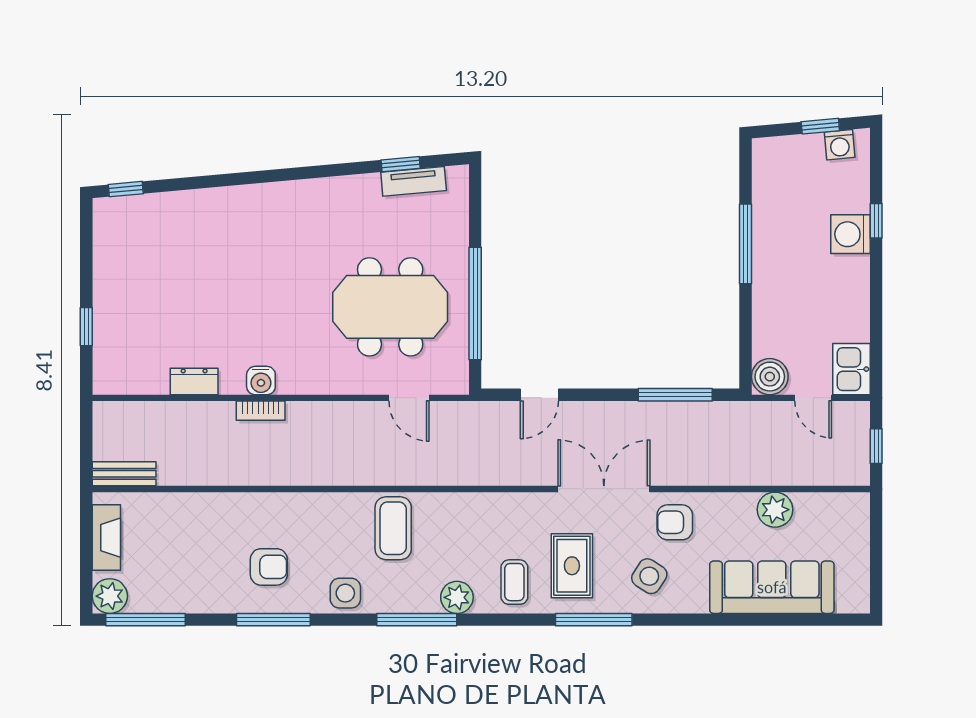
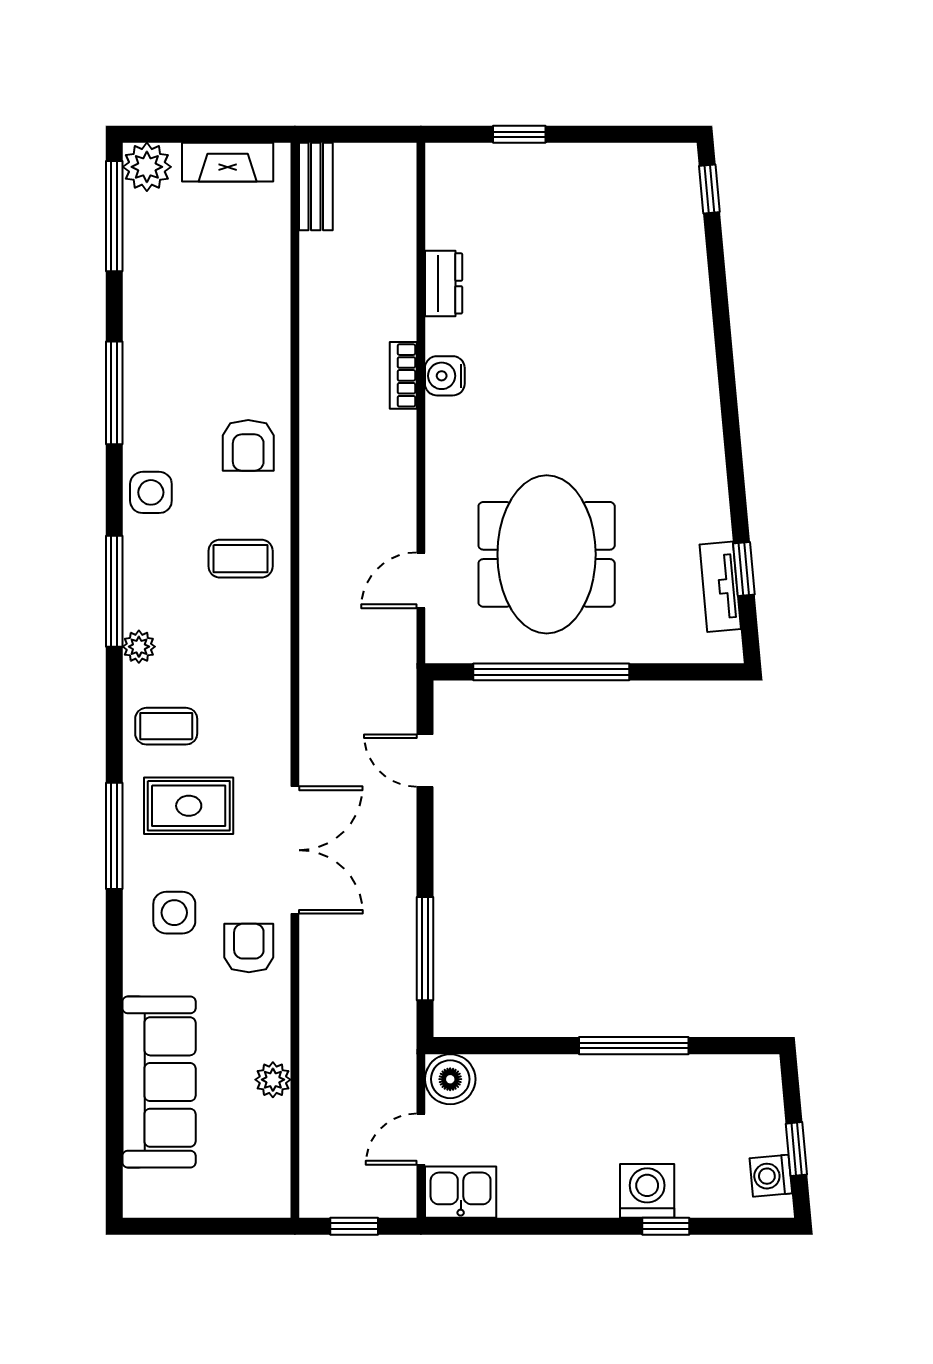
plant: (775, 510) -> (273, 1080), width x0.73, depth x0.73
coffee table: (393, 528) -> (241, 559), width x0.73, depth x0.77
armchair: (269, 567) -> (248, 445), moved
side table: (649, 576) -> (174, 913), turned -33
plant: (457, 597) -> (139, 647), width x0.73, depth x0.73

